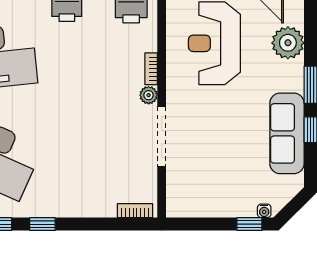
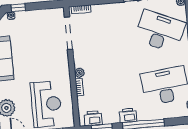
doorway: (162, 137) -> (69, 33), moved

